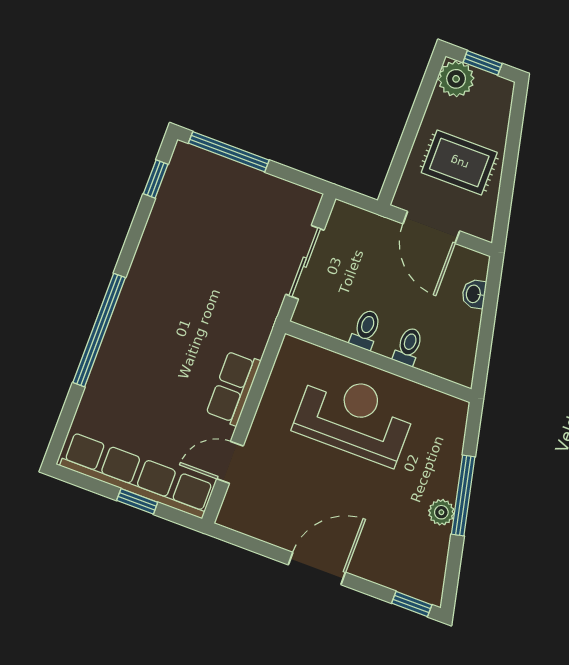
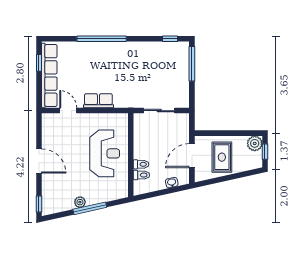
toilet: (366, 330) -> (141, 175), moved
window: (137, 501) -> (39, 63), moved

